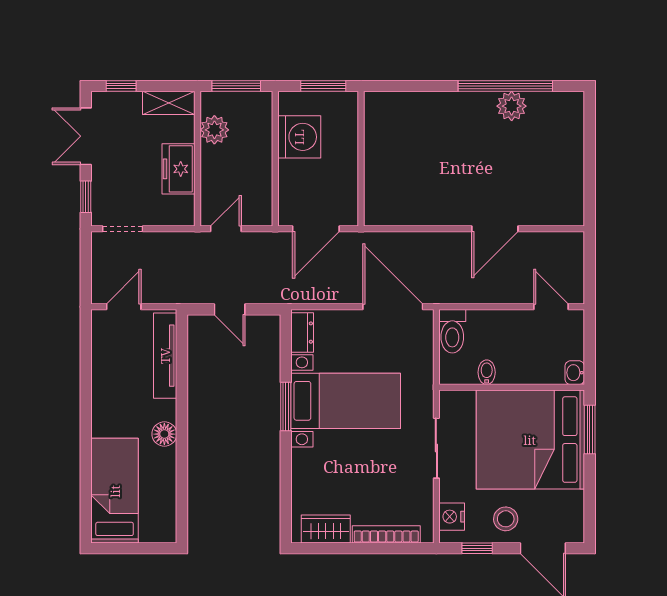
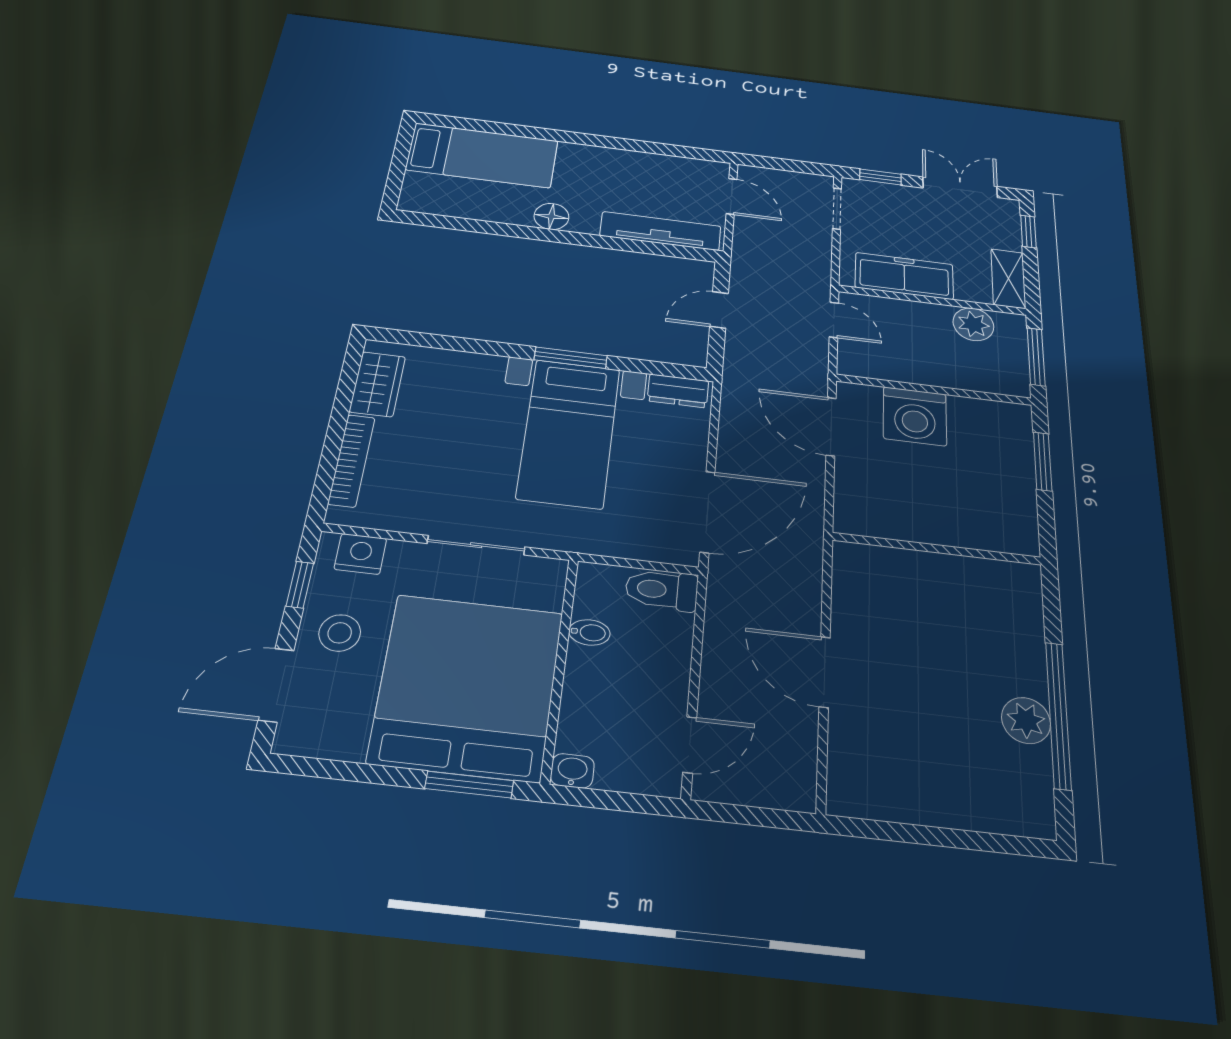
washing machine: (299, 137) -> (915, 416), moved
wall: (361, 159) -> (937, 549), moved
freezer: (178, 169) -> (904, 276), width x1.40

